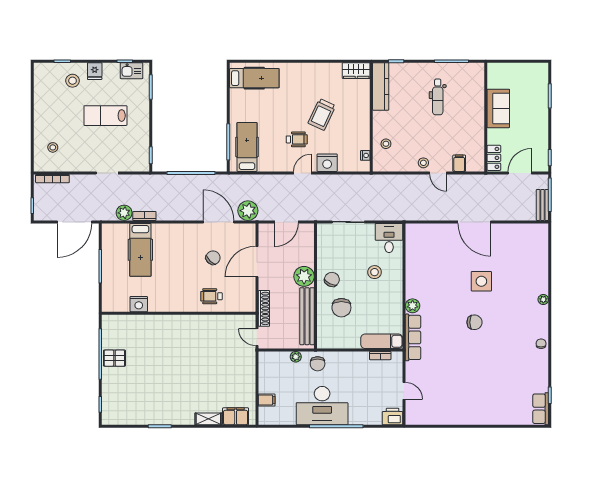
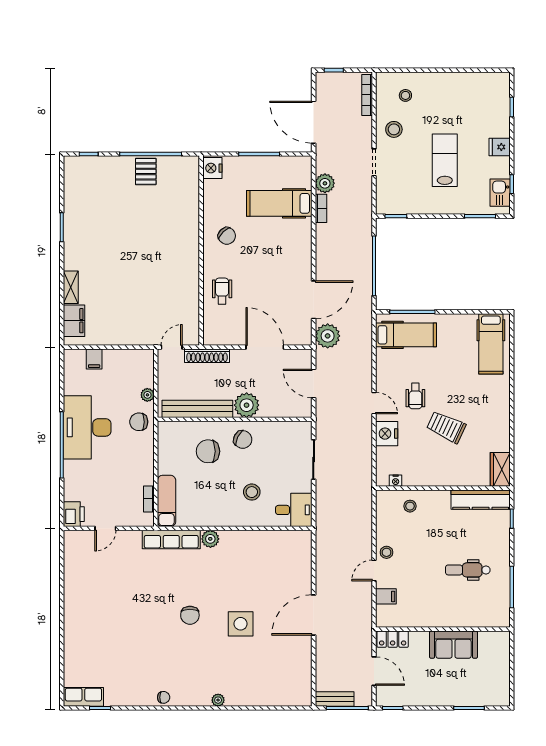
stool: (73, 81) -> (394, 129), moved
chair: (213, 258) -> (227, 236), moved
nightstand: (139, 304) -> (212, 168), moved

